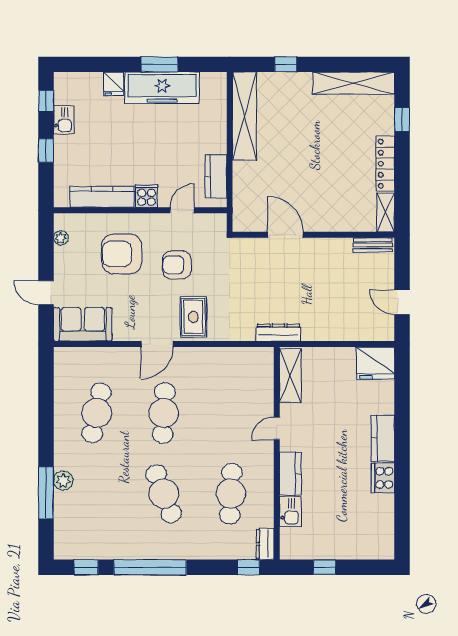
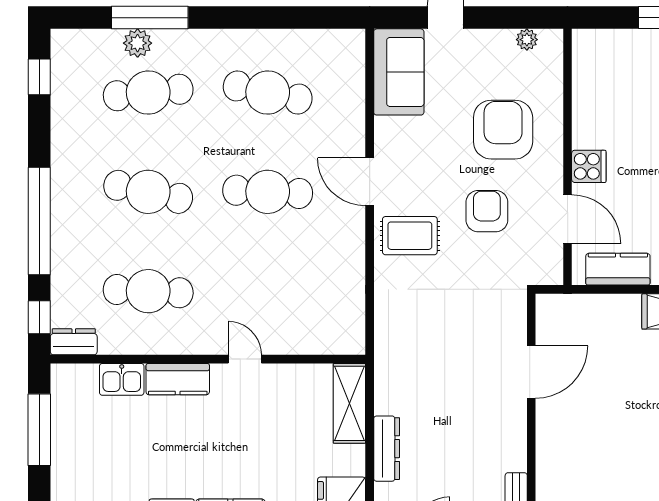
kitchen counter: (102, 197) -> (588, 100), removed
door: (182, 210) -> (568, 219), width x1.38
dresser: (278, 333) -> (387, 449), moved
shelving: (290, 376) -> (349, 403), moved, turned 90
plant: (63, 481) -> (138, 43), moved
cafe table: (97, 494) -> (148, 93), added
cafe table: (164, 494) -> (148, 192), turned 33
window: (150, 567) -> (39, 221), moved
window: (325, 567) -> (39, 430), width x2.17

